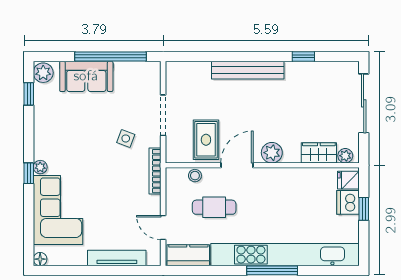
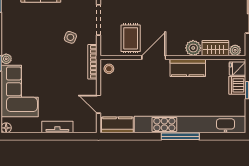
plant: (272, 153) -> (193, 48), moved
stool: (195, 176) -> (109, 69), moved
kitchen counter: (282, 179) -> (188, 68), added
cafe table: (214, 207) -> (137, 89), removed
tv unit: (117, 258) -> (57, 127), width x0.71

